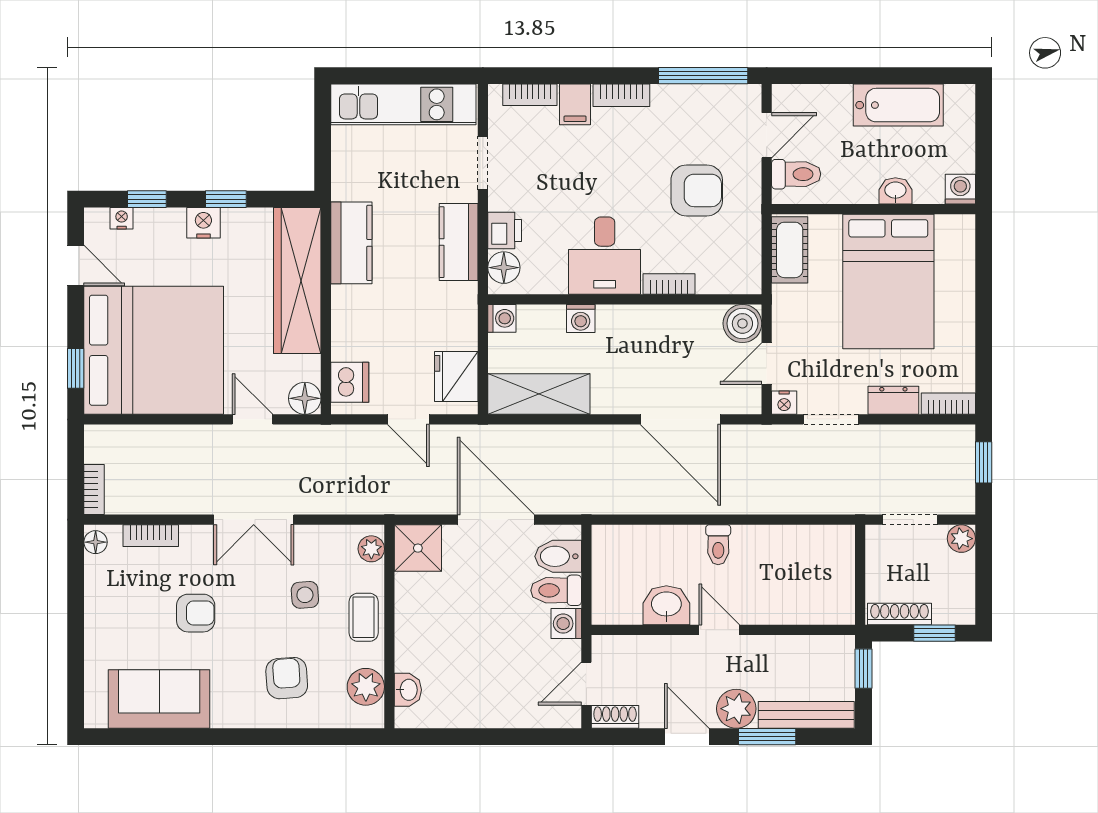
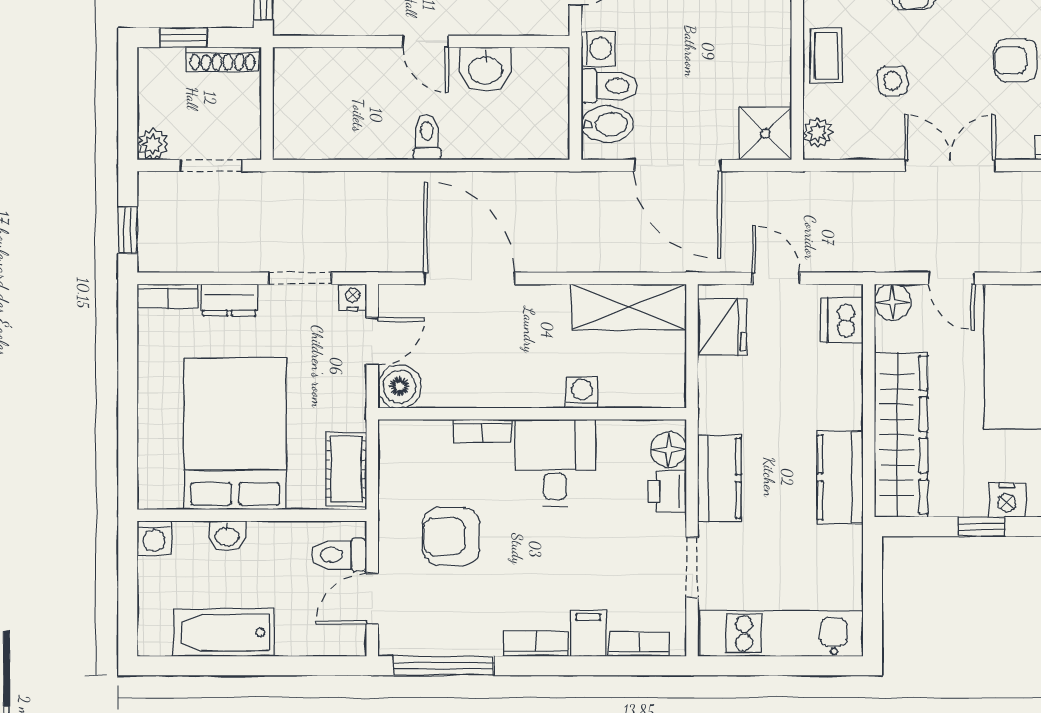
washing machine: (502, 318) -> (671, 392), removed

